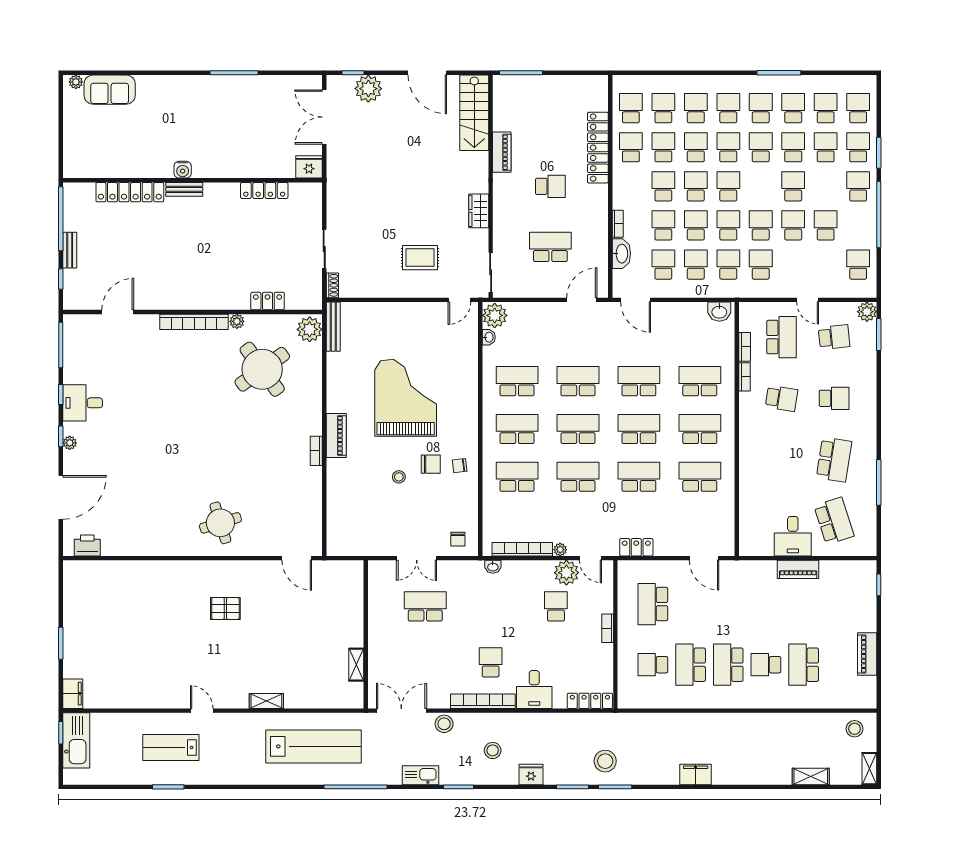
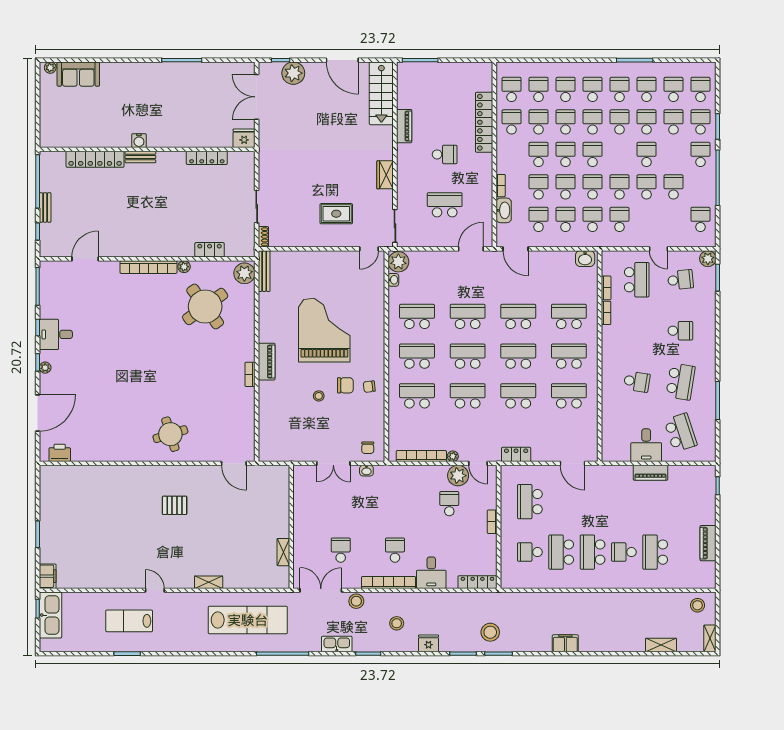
school desk: (781, 398) -> (637, 382), moved
washbasin: (493, 567) -> (366, 471), moved
school desk: (425, 606) -> (341, 550), moved, width x0.54

